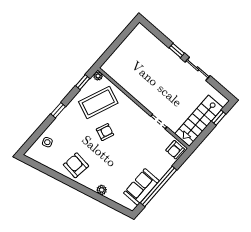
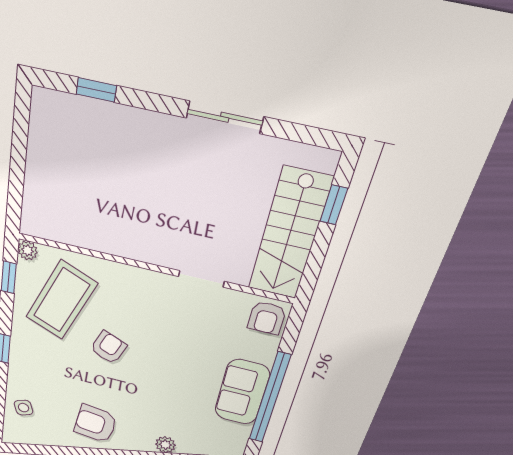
window: (177, 51) -> (96, 90), moved
sofa: (141, 187) -> (242, 392), moved

